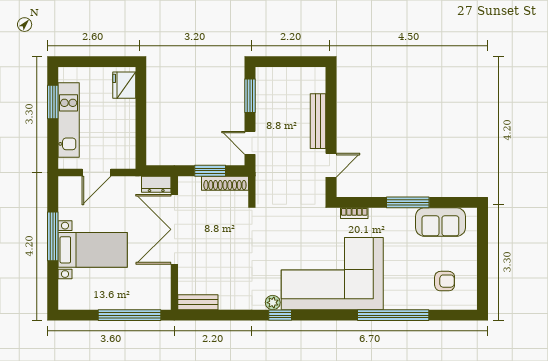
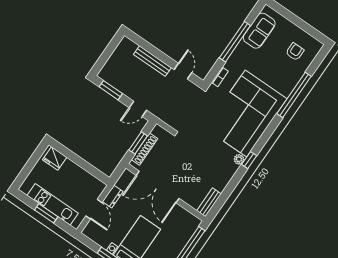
window: (53, 102) -> (46, 213), moved
shoe rack: (225, 183) -> (145, 149), moved
dresser: (156, 184) -> (113, 196), moved
window: (408, 202) -> (235, 42), width x1.46

